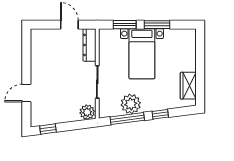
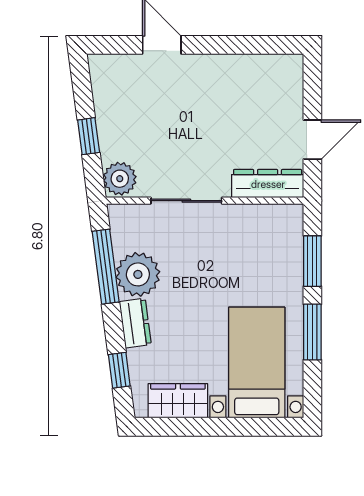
bed with nightstands: (142, 54) -> (257, 363), moved, turned 90
dresser: (153, 105) -> (135, 323), added
window: (160, 114) -> (119, 370), moved
window: (48, 129) -> (89, 136), moved

